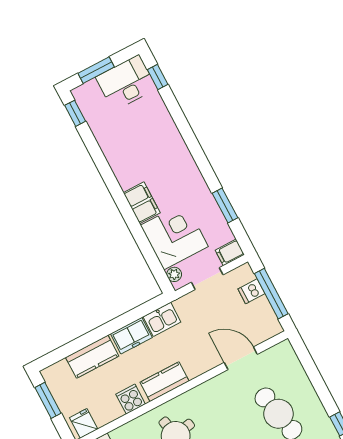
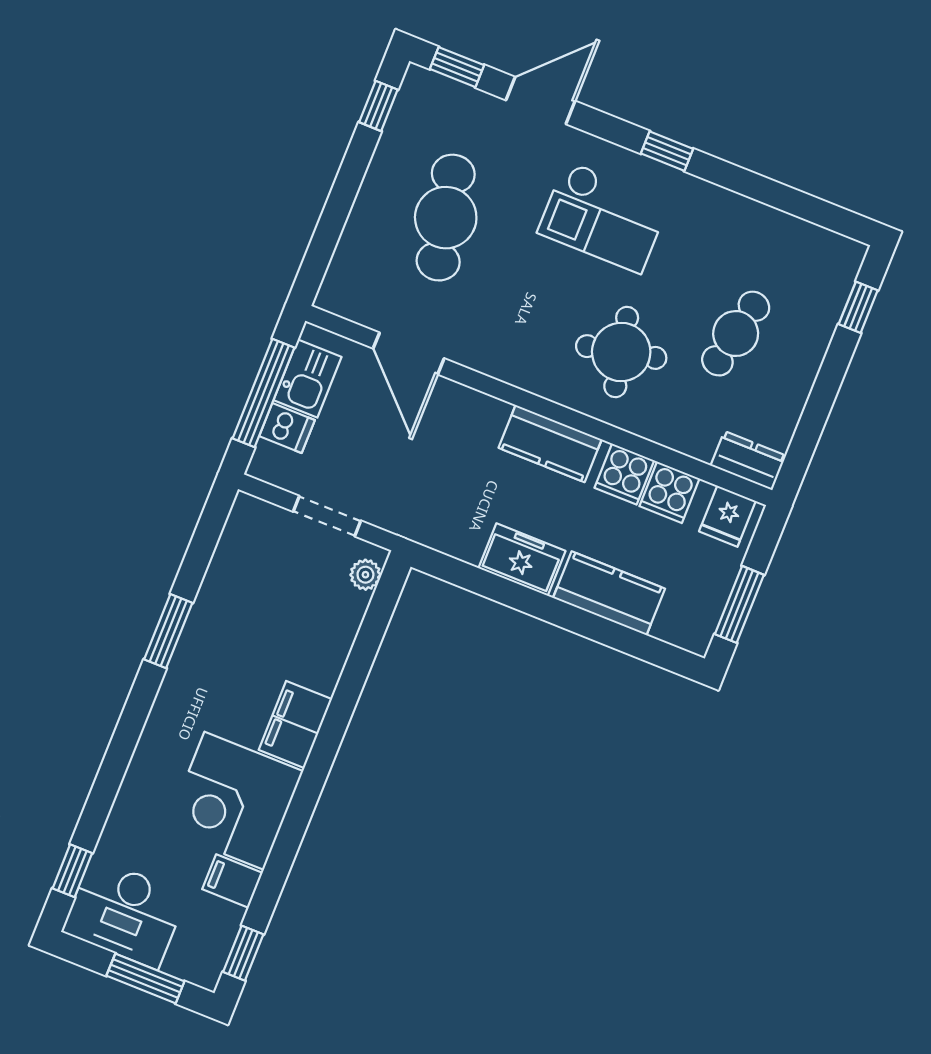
window: (225, 205) -> (168, 631), moved
corner desk: (174, 236) -> (234, 801), moved
filing cabinet: (230, 252) -> (232, 881), moved, turned 180
kitchen sink: (162, 319) -> (308, 378), moved, turned 90
cooker: (110, 410) -> (670, 492), added

